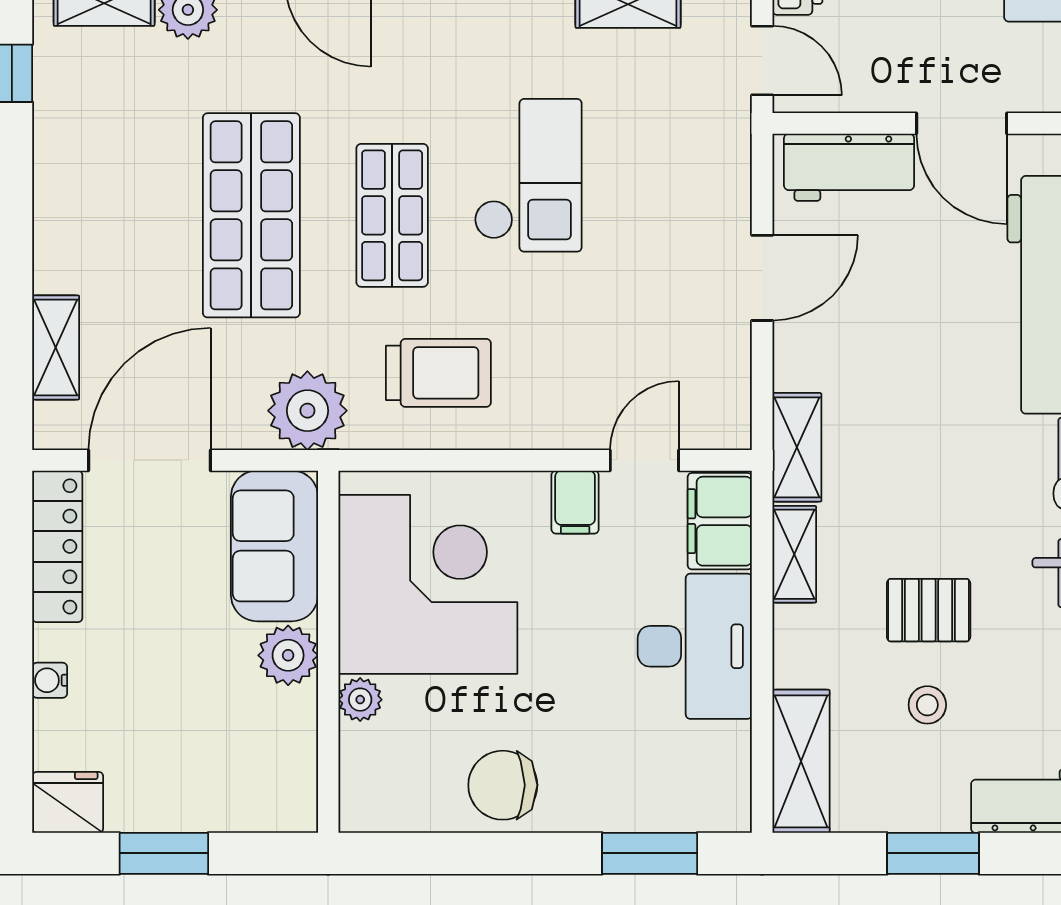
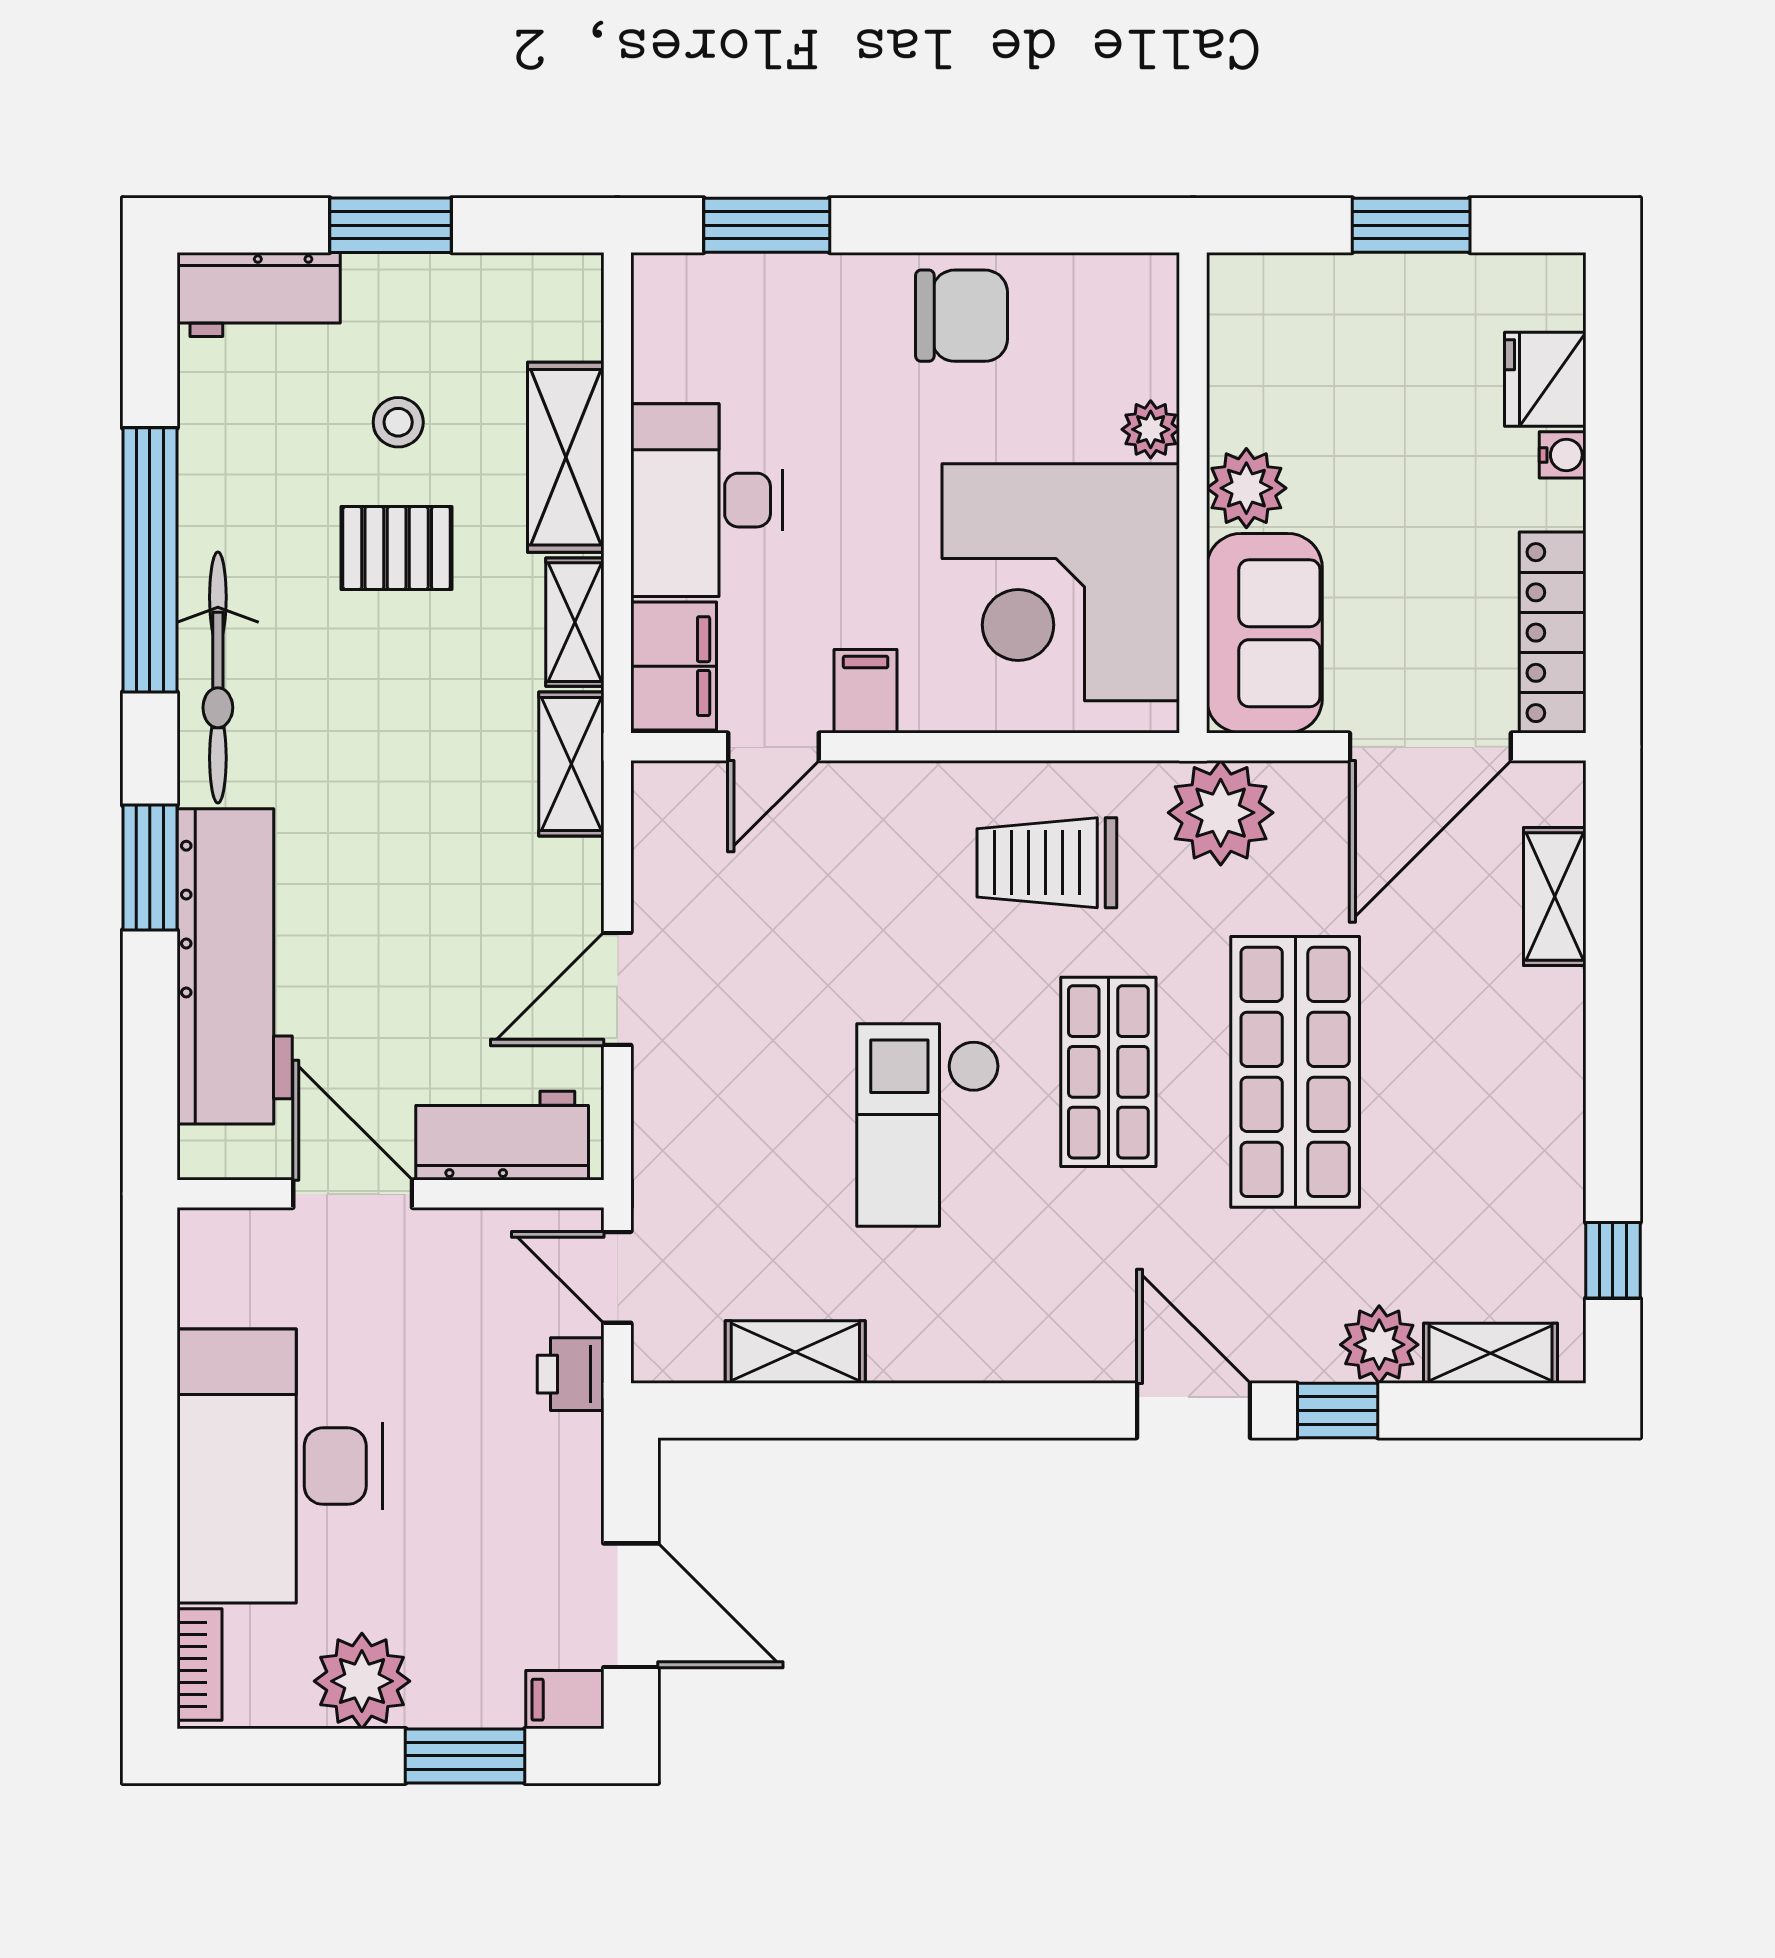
shelving: (801, 761) -> (566, 457), moved
fridge: (68, 802) -> (1545, 379), moved, turned 90

